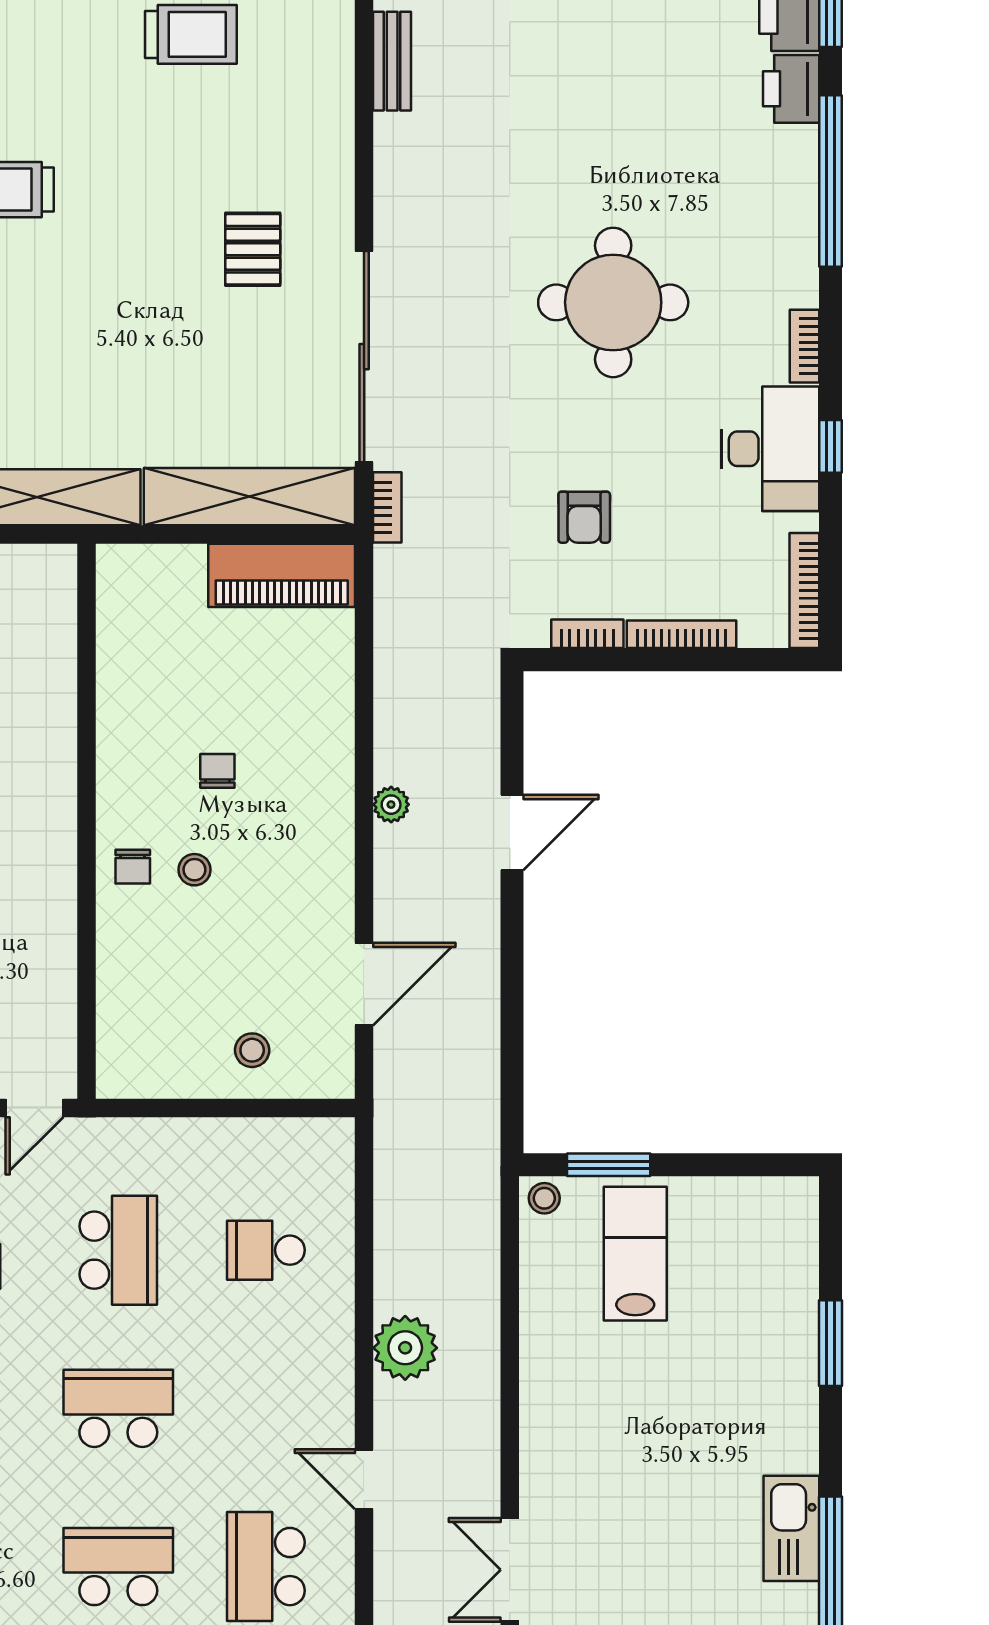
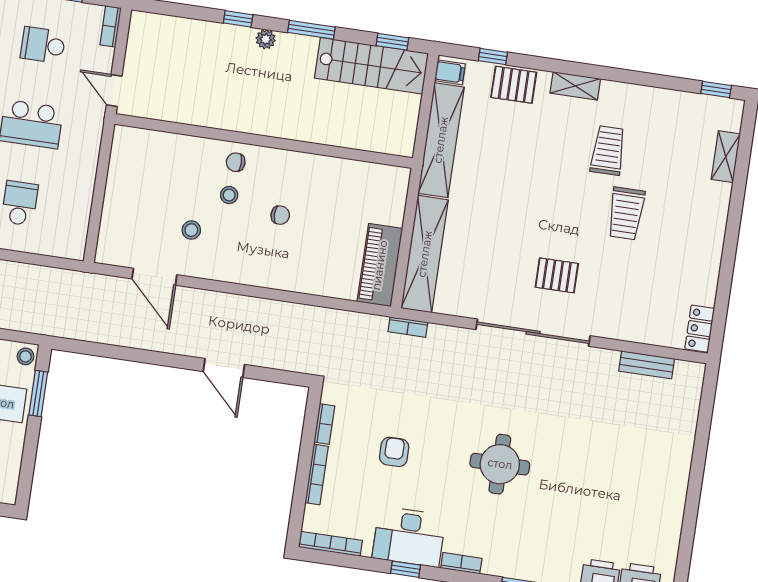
trolley: (191, 34) -> (626, 213), moved
round table: (613, 302) -> (500, 464), width x0.73, depth x0.73
sliding door: (364, 357) -> (533, 333), moved
armchair: (584, 517) -> (394, 452), moved, turned 90
plant: (391, 805) -> (248, 305), removed
stool: (252, 1050) -> (191, 230), moved

